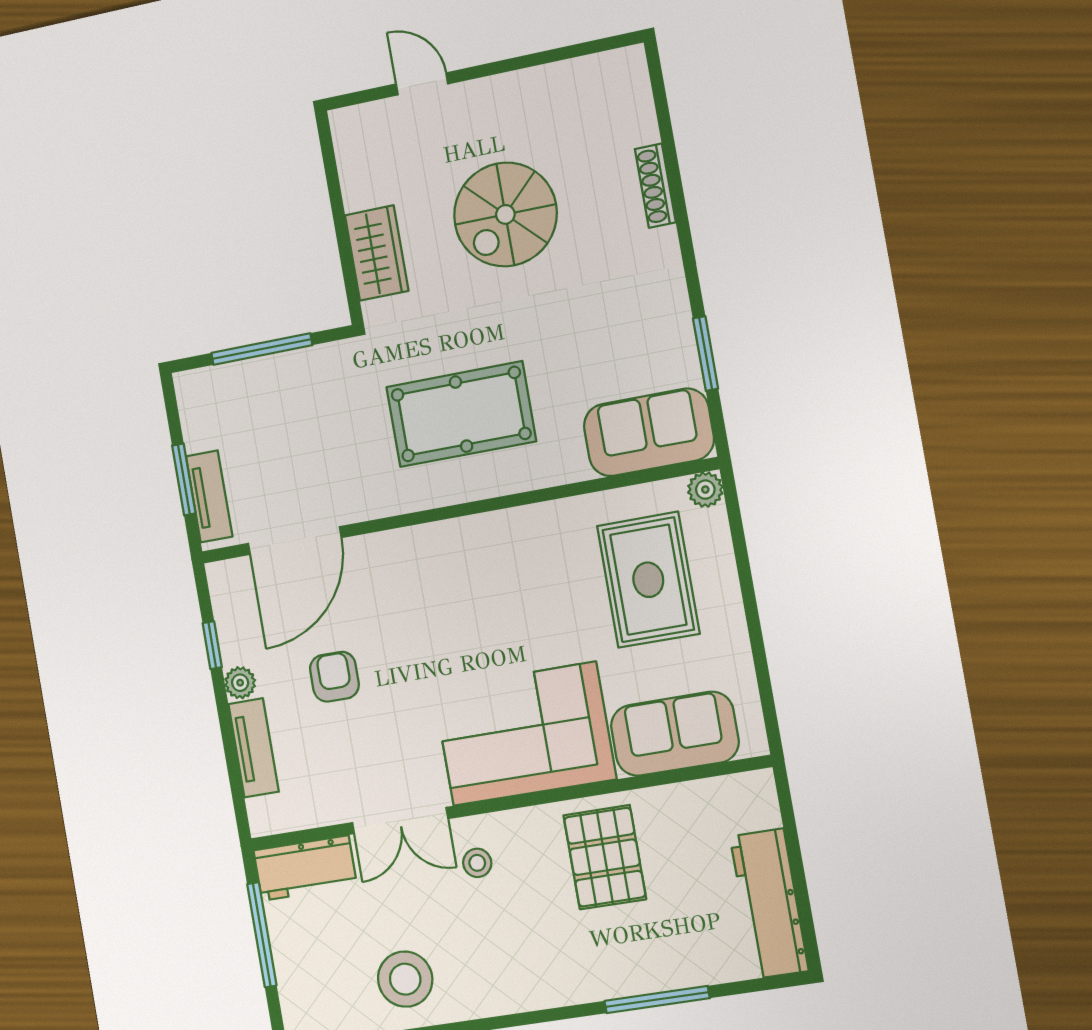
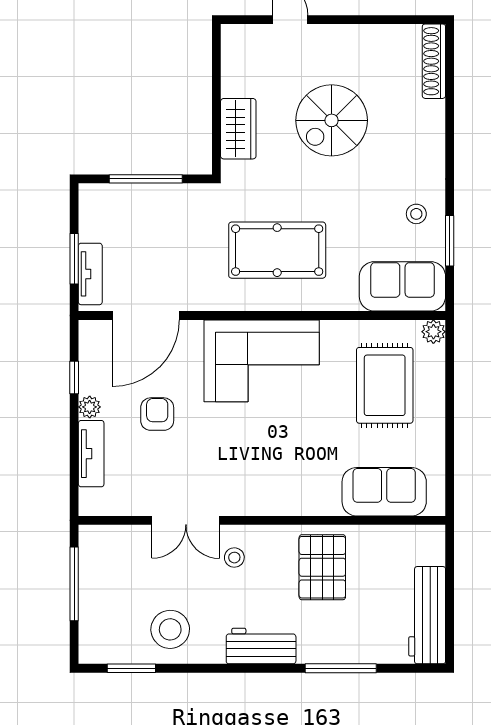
shoe rack: (655, 186) -> (434, 61), moved, width x1.36, depth x1.24
stool: (650, 324) -> (416, 214), added
corner sofa: (524, 734) -> (262, 361), moved, turned 180
workbench: (305, 868) -> (261, 646), moved, turned 180

